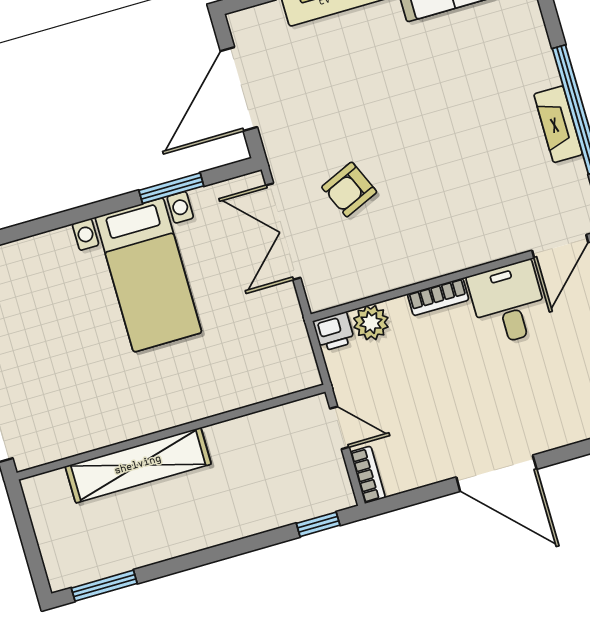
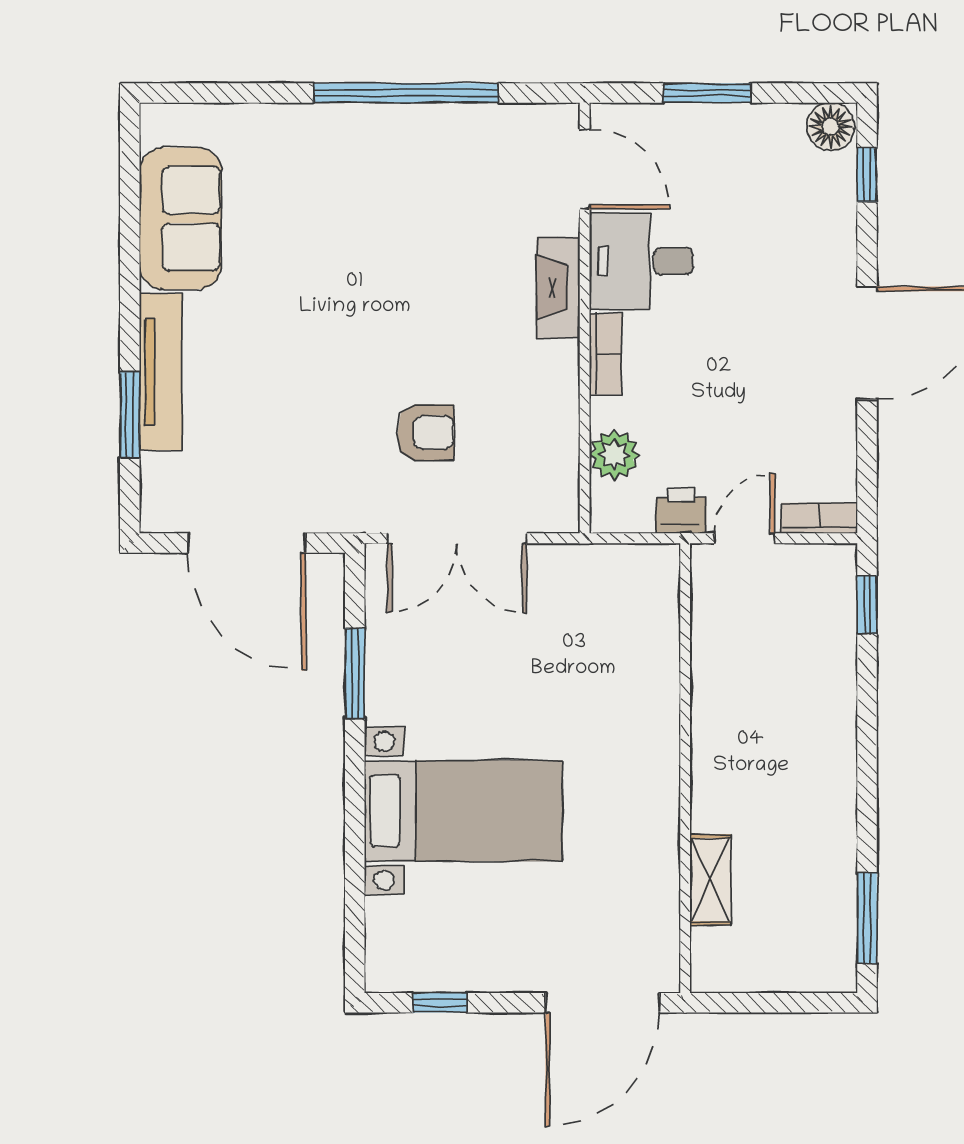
fireplace: (558, 124) -> (558, 288), moved, turned 90
armchair: (349, 189) -> (426, 433), turned -66
bed with nightstands: (148, 275) -> (463, 811), moved
printer: (334, 332) -> (681, 511), moved, turned -90
shelving: (138, 465) -> (710, 880), width x0.45, depth x0.75

